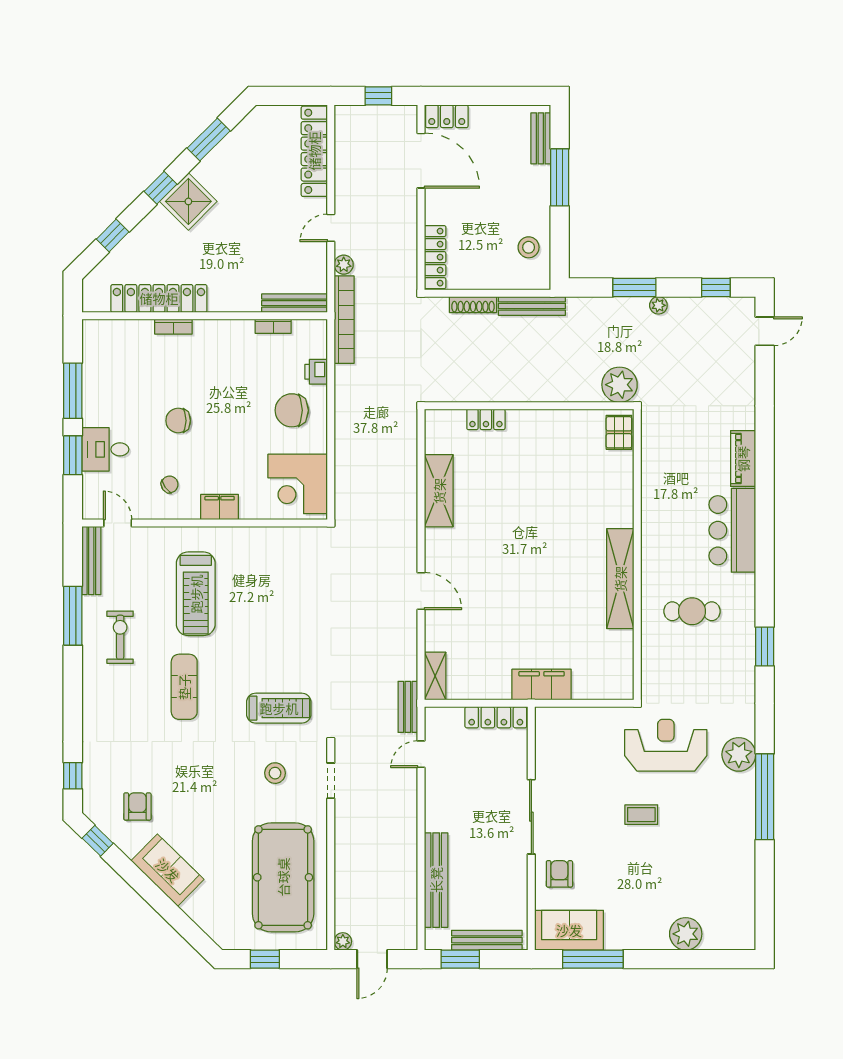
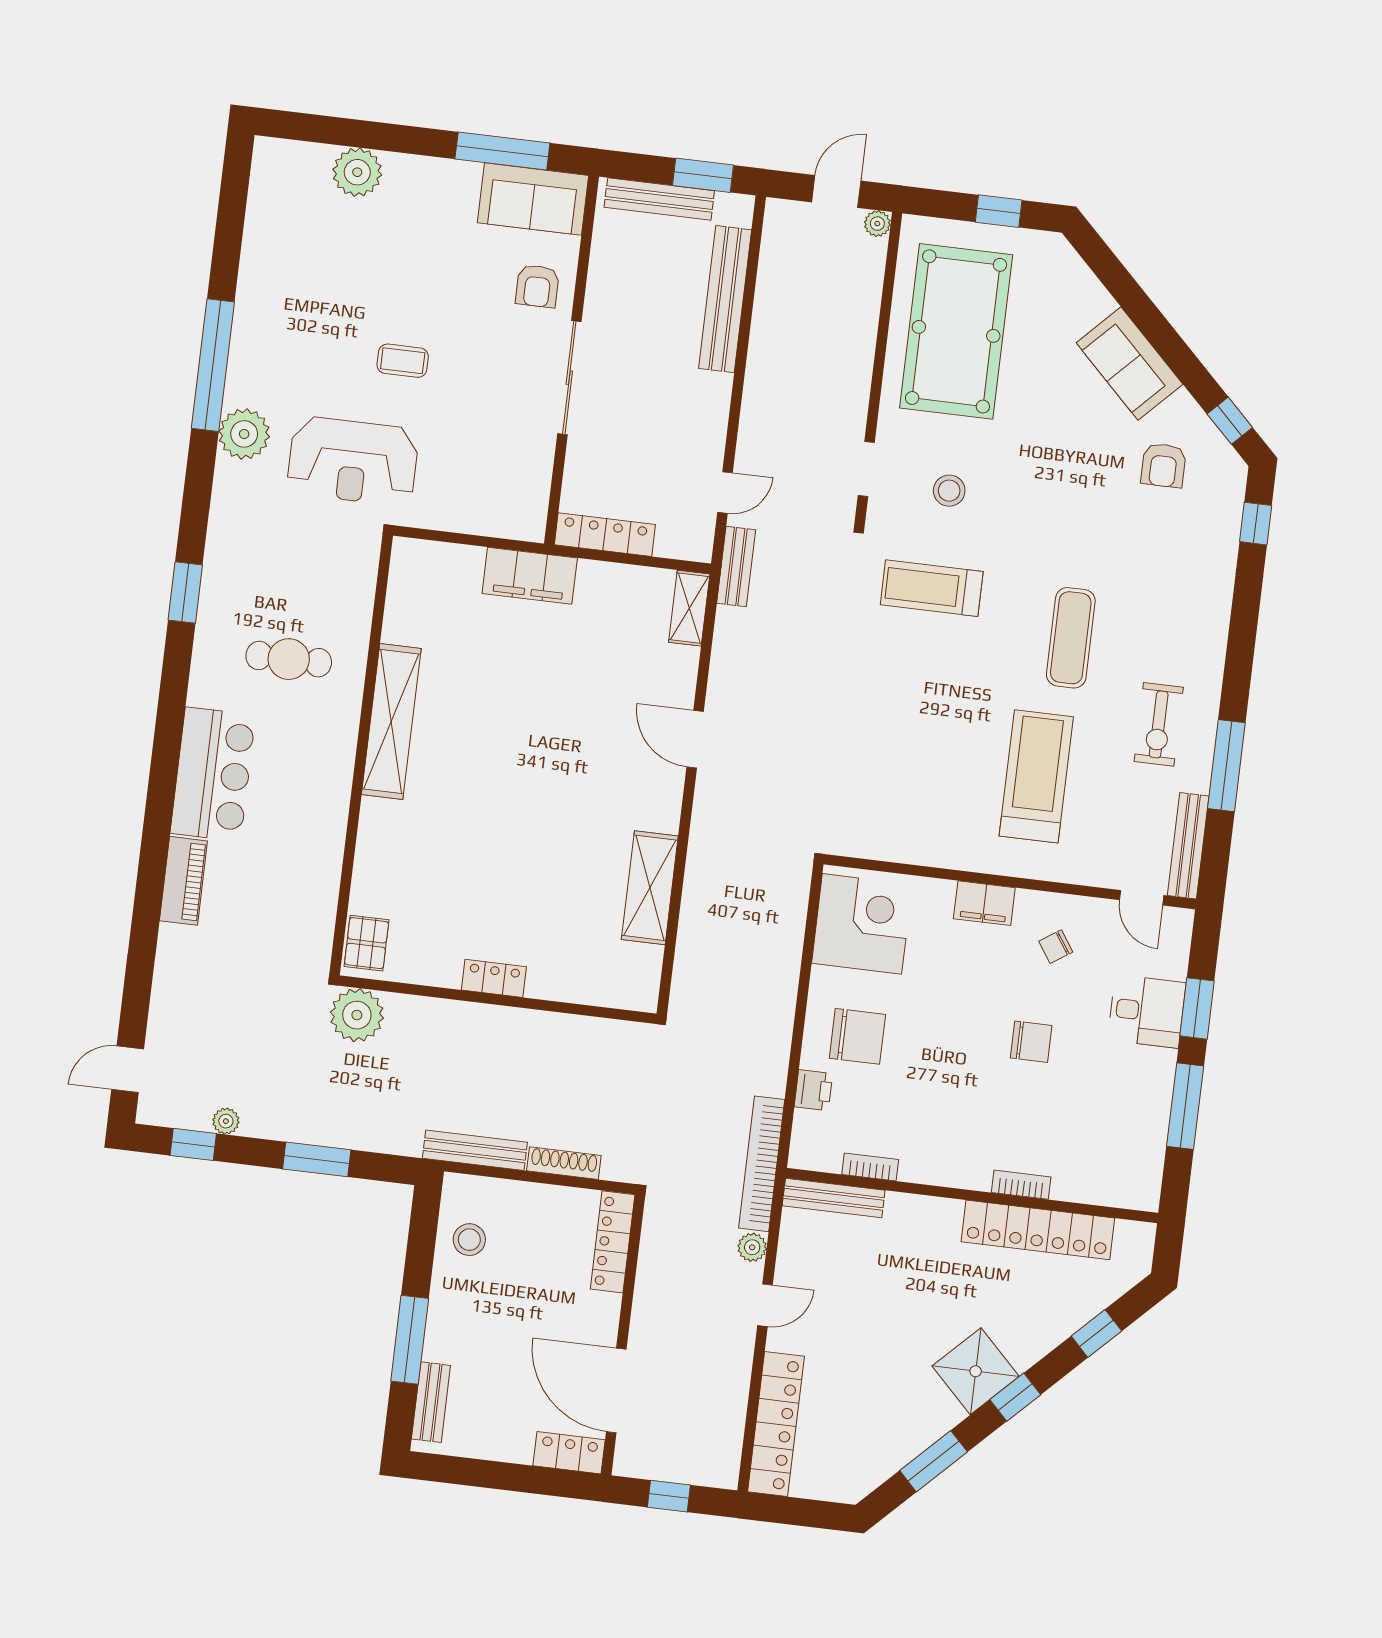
plant: (658, 305) -> (226, 1121), moved
locker: (486, 419) -> (494, 978), moved

